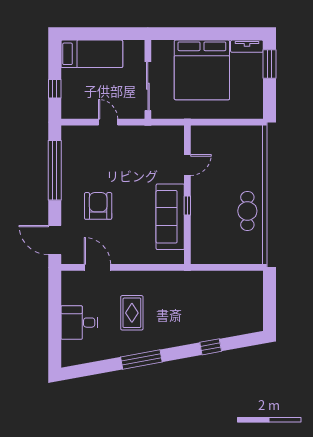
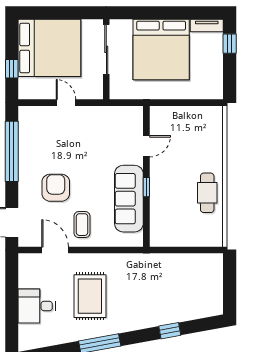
bed: (92, 54) -> (49, 48), width x2.04
window: (269, 64) -> (230, 44), width x0.67
sliding door: (148, 86) -> (106, 49), moved
coffee table: (124, 242) -> (82, 225), added
rug: (132, 313) -> (90, 296), width x1.36, depth x1.43

